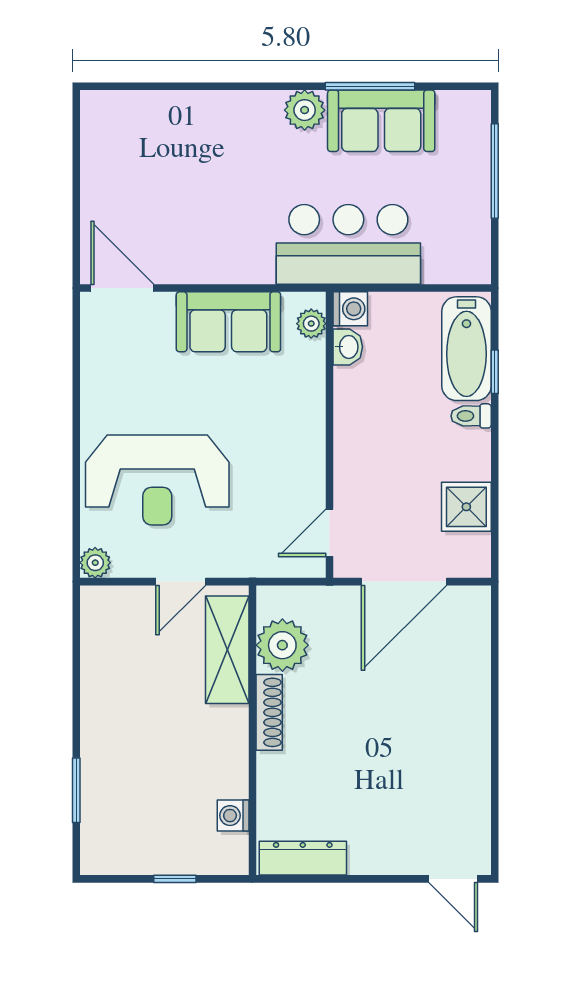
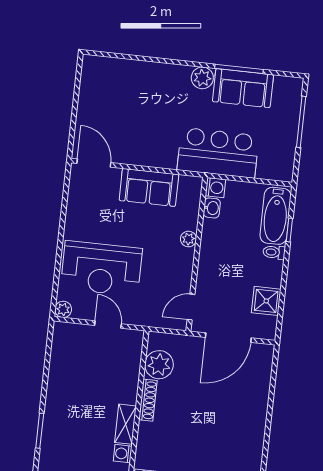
plant: (311, 324) -> (188, 239), moved
door: (181, 582) -> (108, 325), swing flipped
shelving: (227, 650) -> (126, 424), moved, width x0.67, depth x0.75

